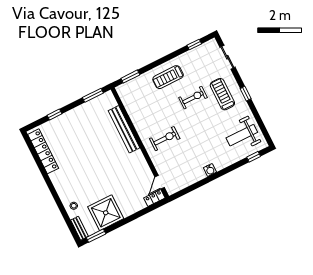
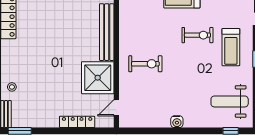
treadmill: (222, 94) -> (231, 47), turned 180
locker: (154, 198) -> (77, 122), moved, width x1.53
shower: (106, 213) -> (98, 78), moved

